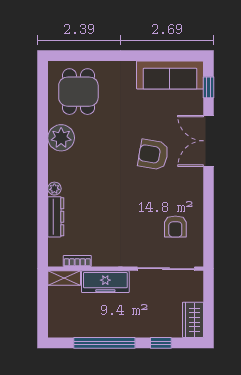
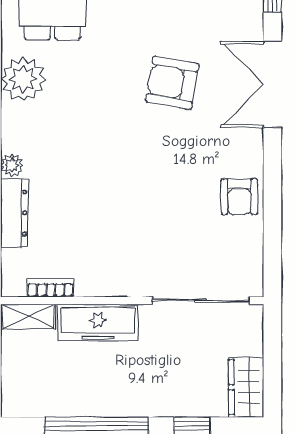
armchair: (153, 155) -> (172, 83), moved
armchair: (175, 226) -> (239, 197), moved

